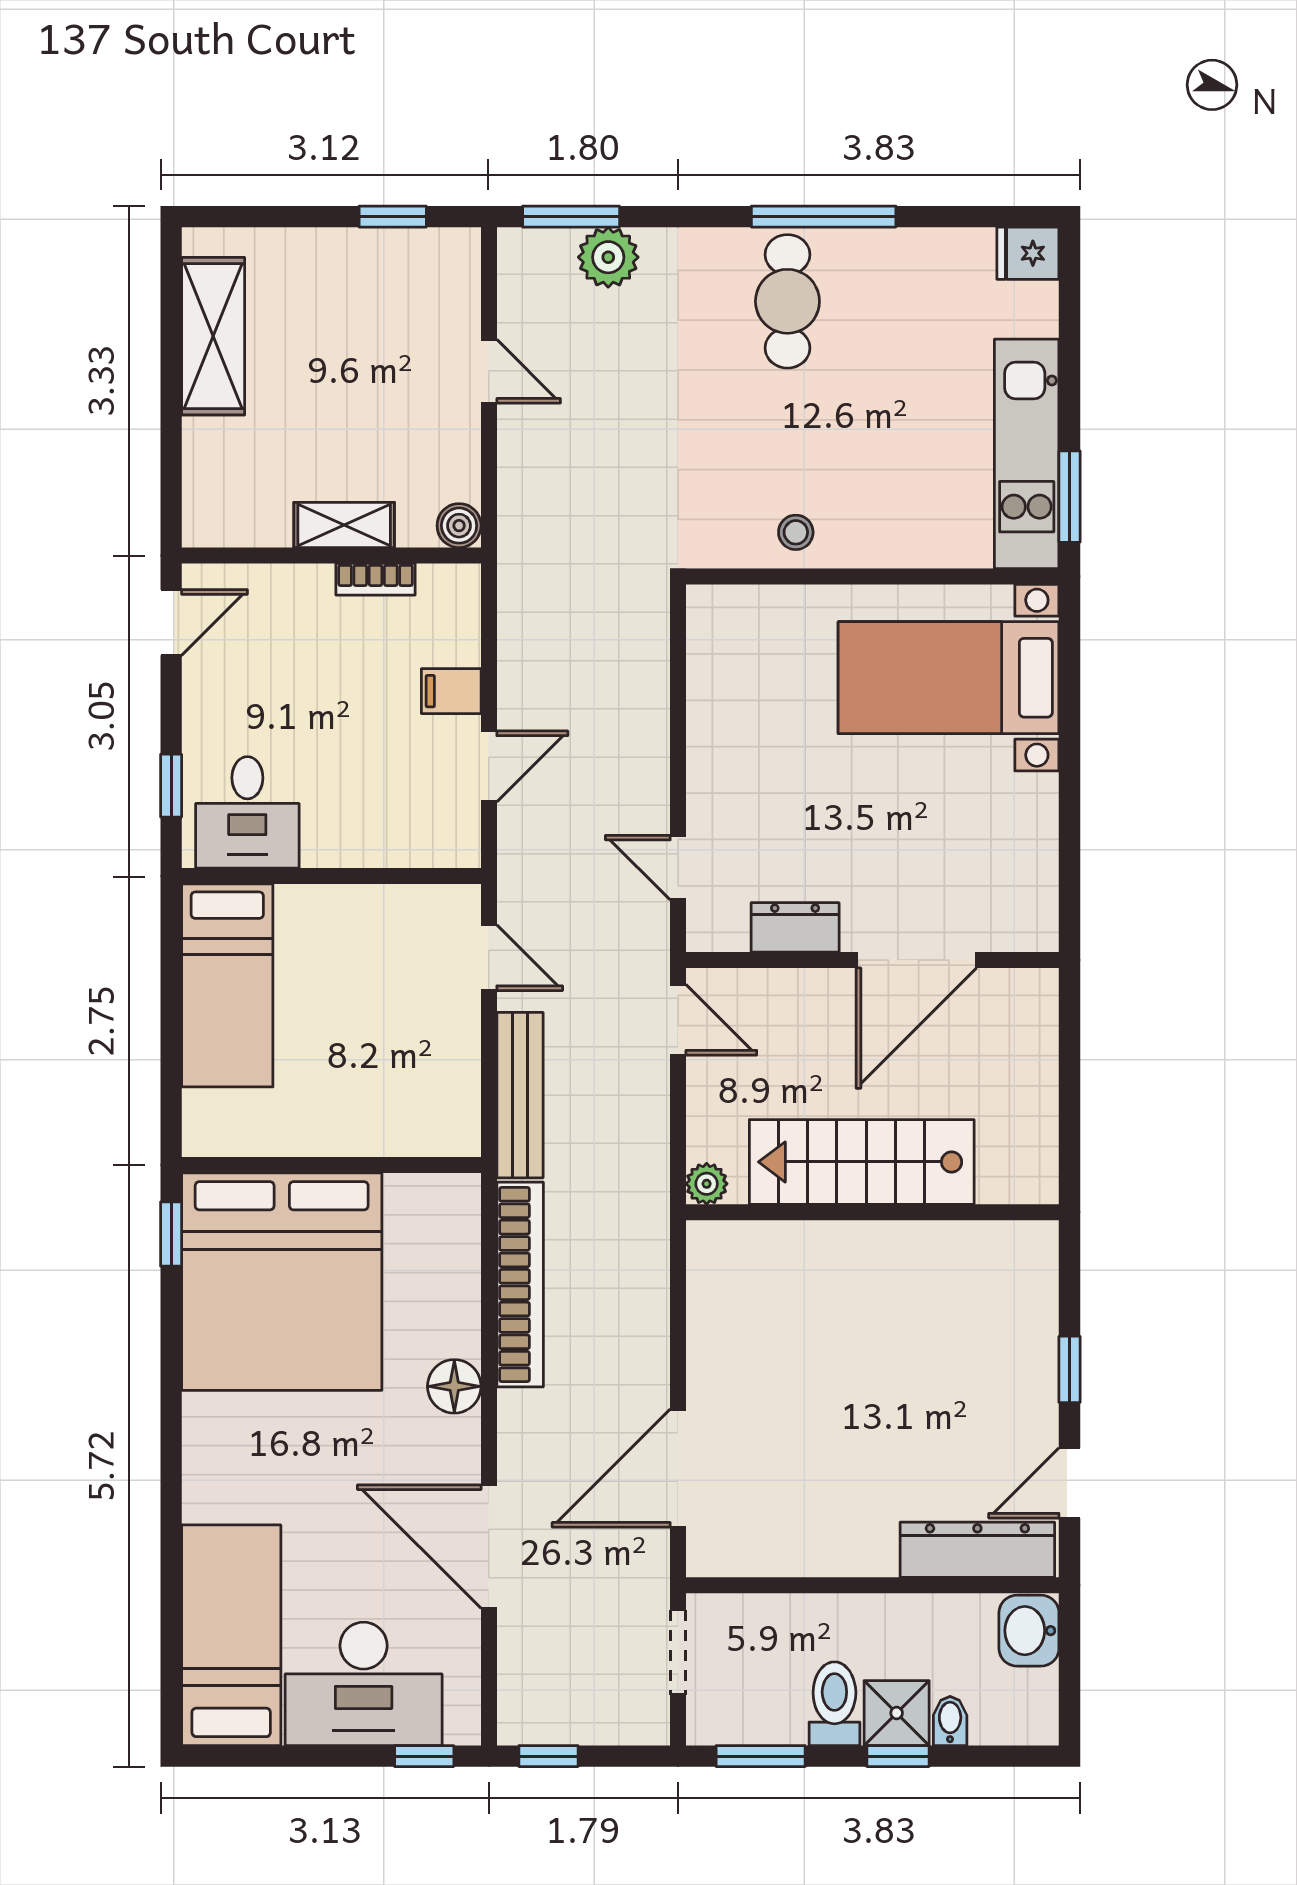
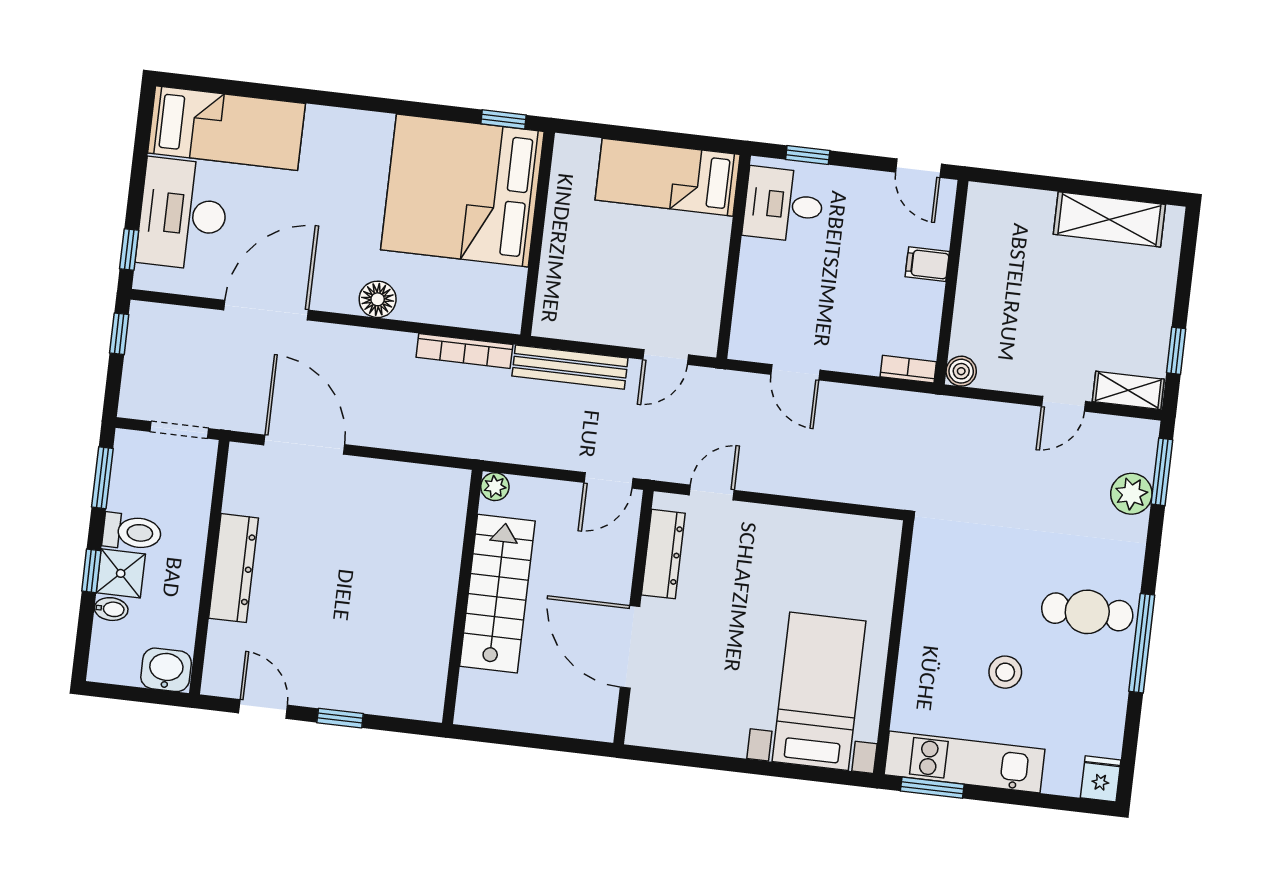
shelving: (344, 525) -> (1128, 390), moved, turned 90
stool: (796, 532) -> (1005, 672), moved, width x1.37, depth x1.37
bookcase: (376, 579) -> (908, 369), moved, turned 90
filing cabinet: (451, 691) -> (927, 264), moved, turned -90
dresser: (795, 927) -> (663, 554), width x1.44
bookcase: (520, 1284) -> (464, 351), width x0.68, depth x0.76
dresser: (977, 1550) -> (234, 568), moved

